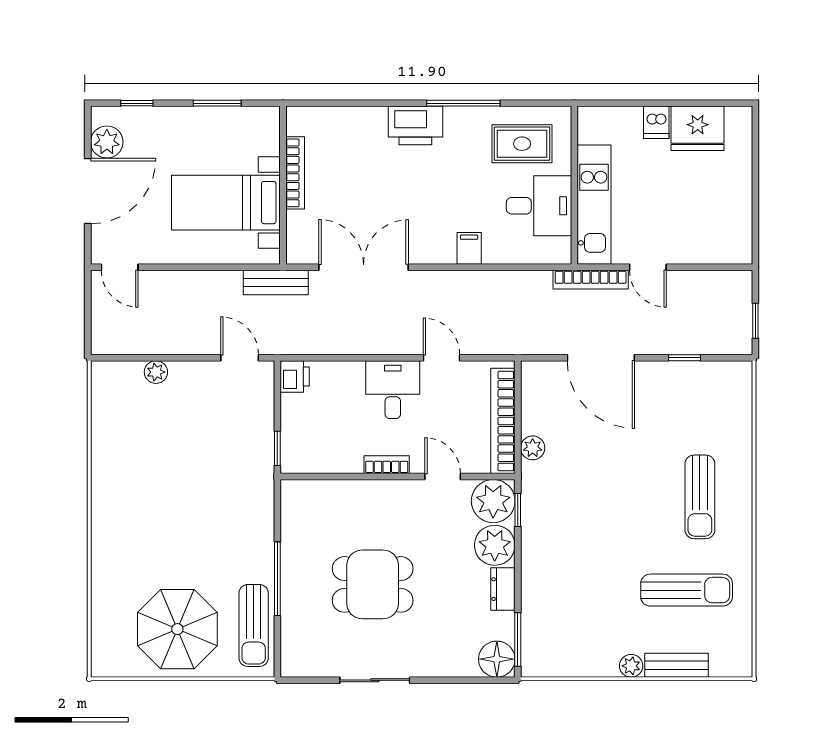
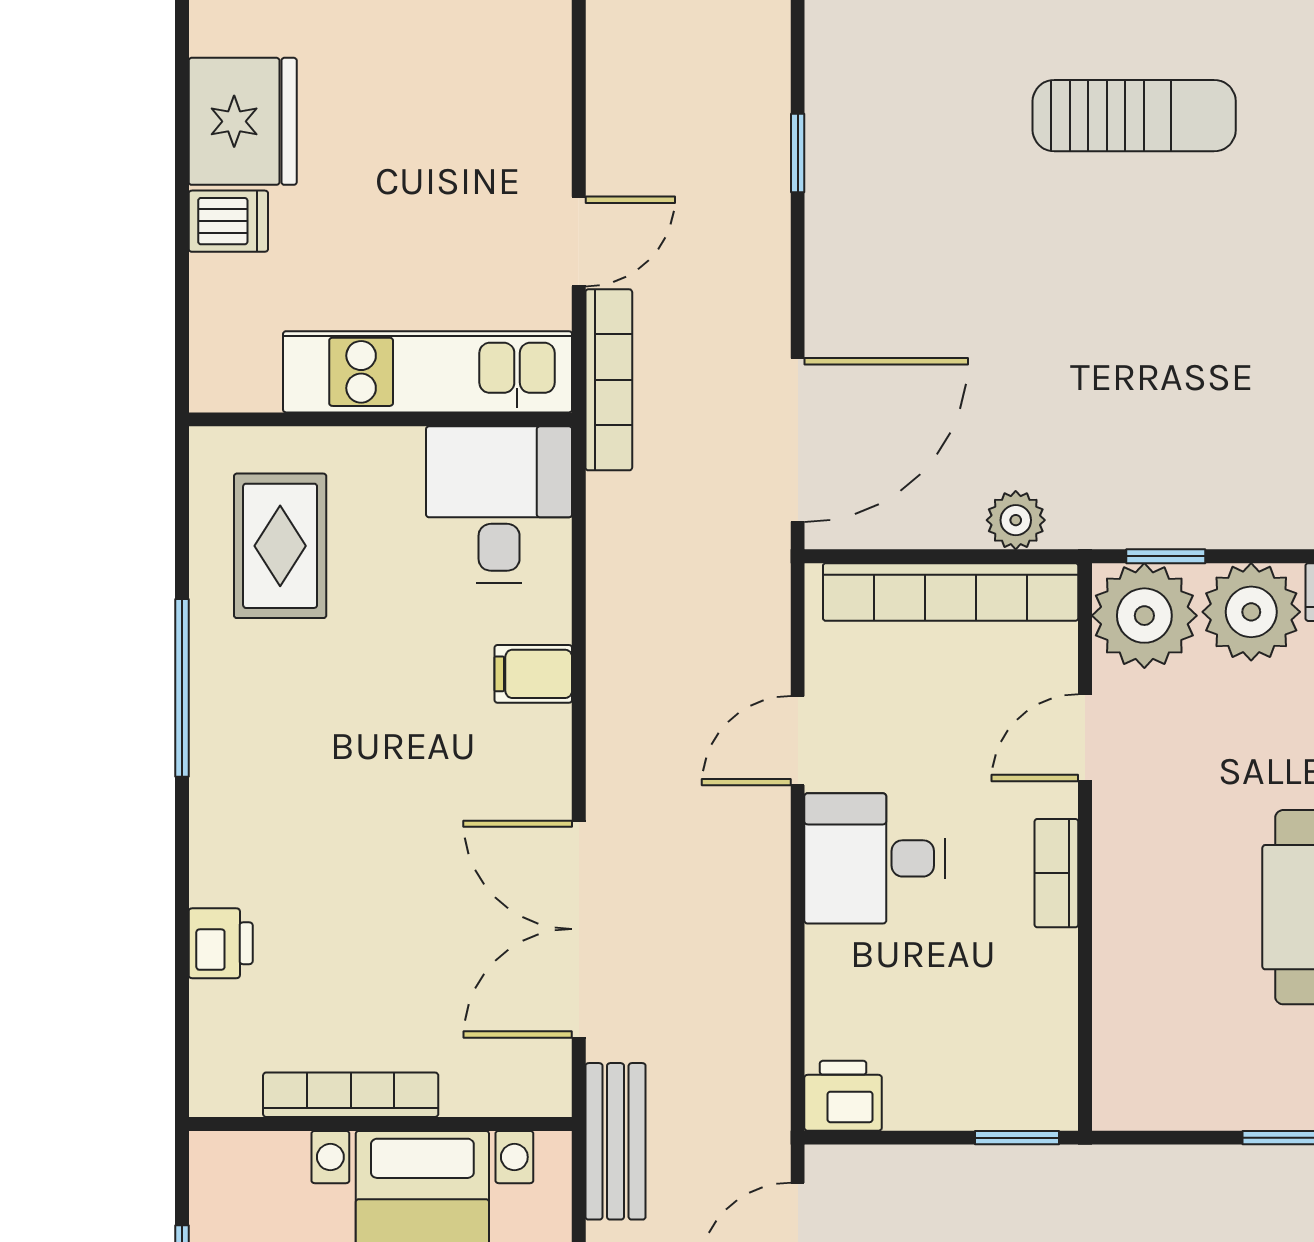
printer: (415, 125) -> (221, 943), moved, width x0.53, depth x0.68
desk: (539, 206) -> (499, 505), moved
door: (601, 358) -> (798, 440), moved

